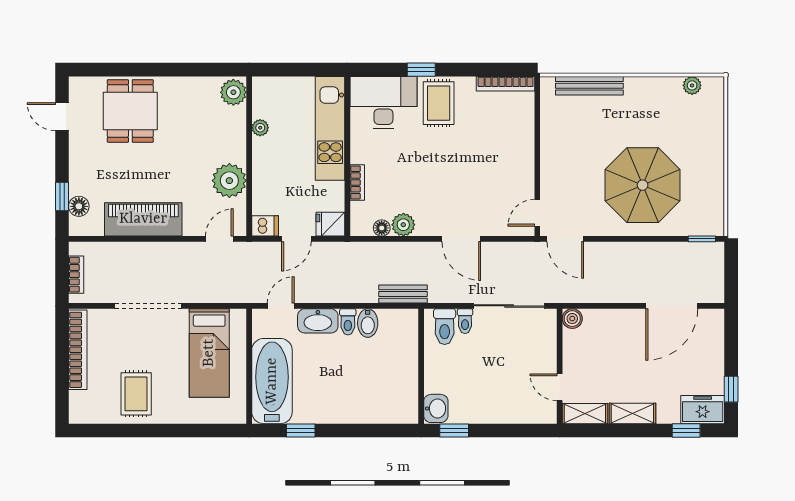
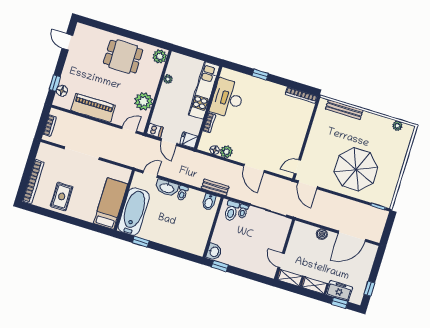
desk: (383, 103) -> (227, 98), moved, turned -90
rug: (439, 103) -> (264, 95), removed
dining table: (130, 111) -> (123, 57), moved, turned 90
door: (296, 239) -> (169, 142), hinge flipped
boiler: (572, 319) -> (322, 234), moved
bidet: (368, 323) -> (209, 202), moved
bookcase: (78, 350) -> (33, 182), moved
bed: (209, 353) -> (111, 204), moved, turned 180
freezer: (703, 410) -> (339, 291), moved

